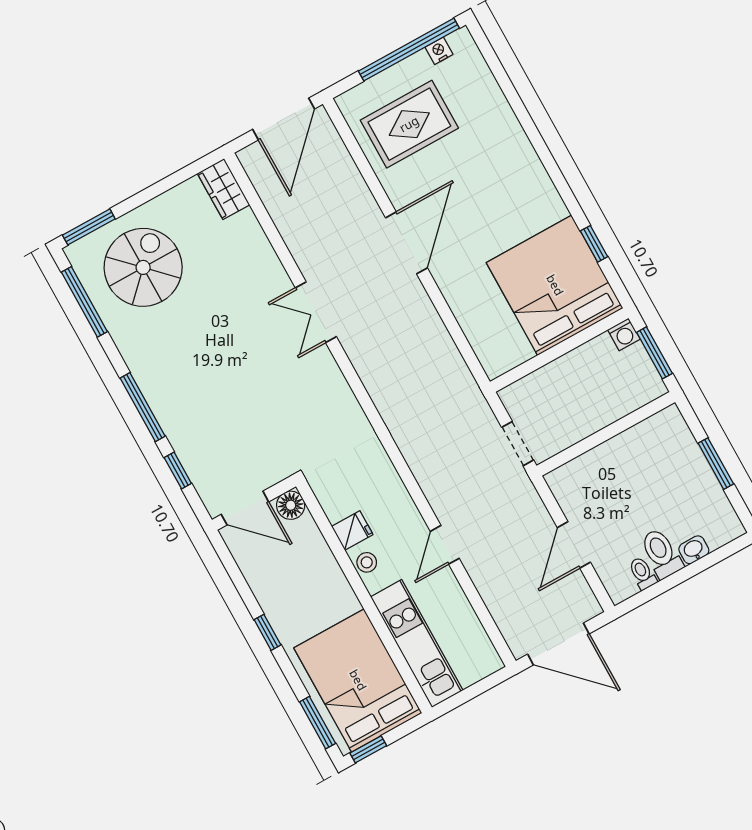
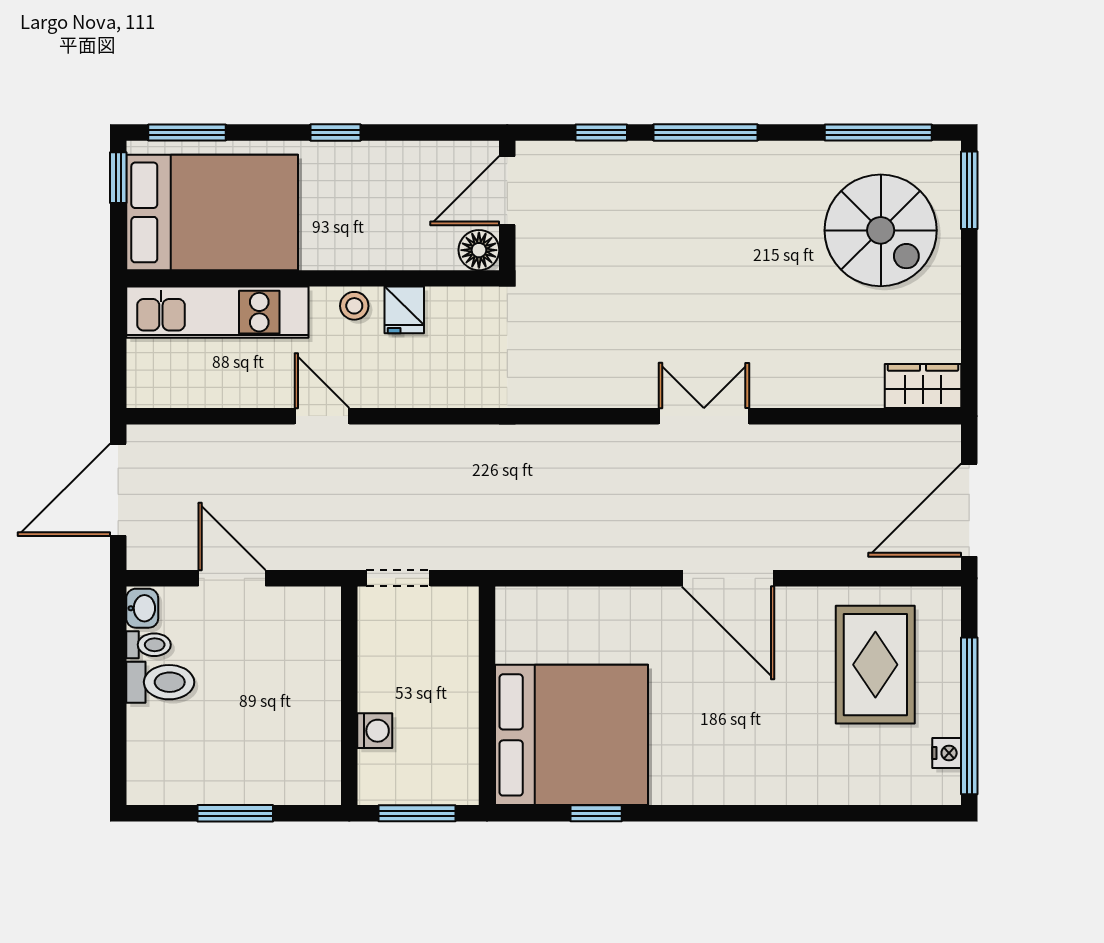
door: (284, 119) -> (969, 510), hinge flipped
washing machine: (624, 334) -> (375, 731), moved, turned 180
washbasin: (694, 550) -> (142, 608), moved

